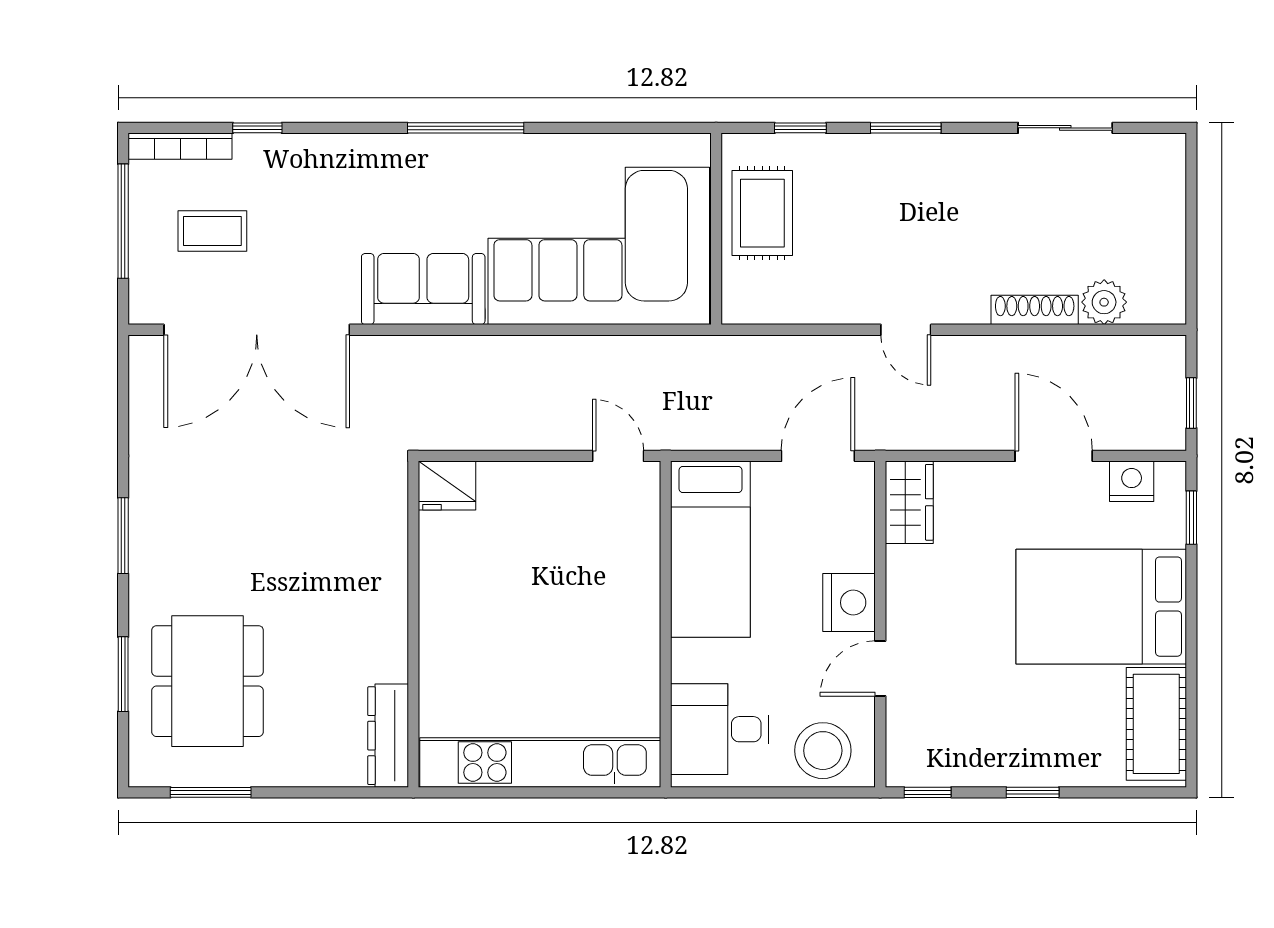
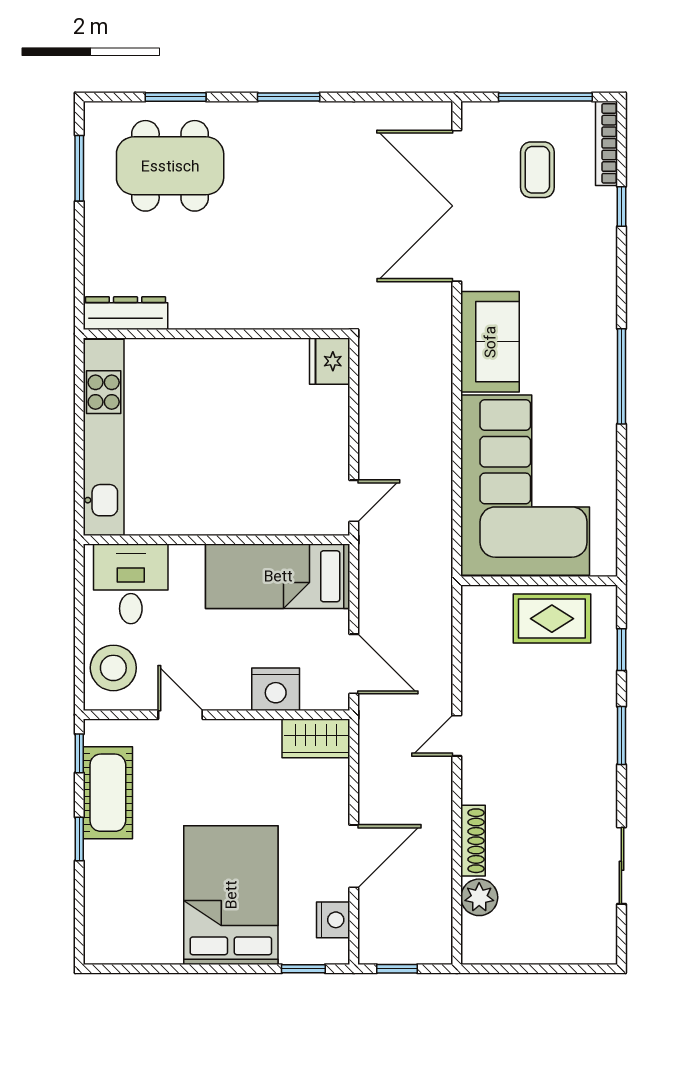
nightstand: (849, 603) -> (276, 689), moved
cot: (1156, 724) -> (108, 793), moved, turned 90

